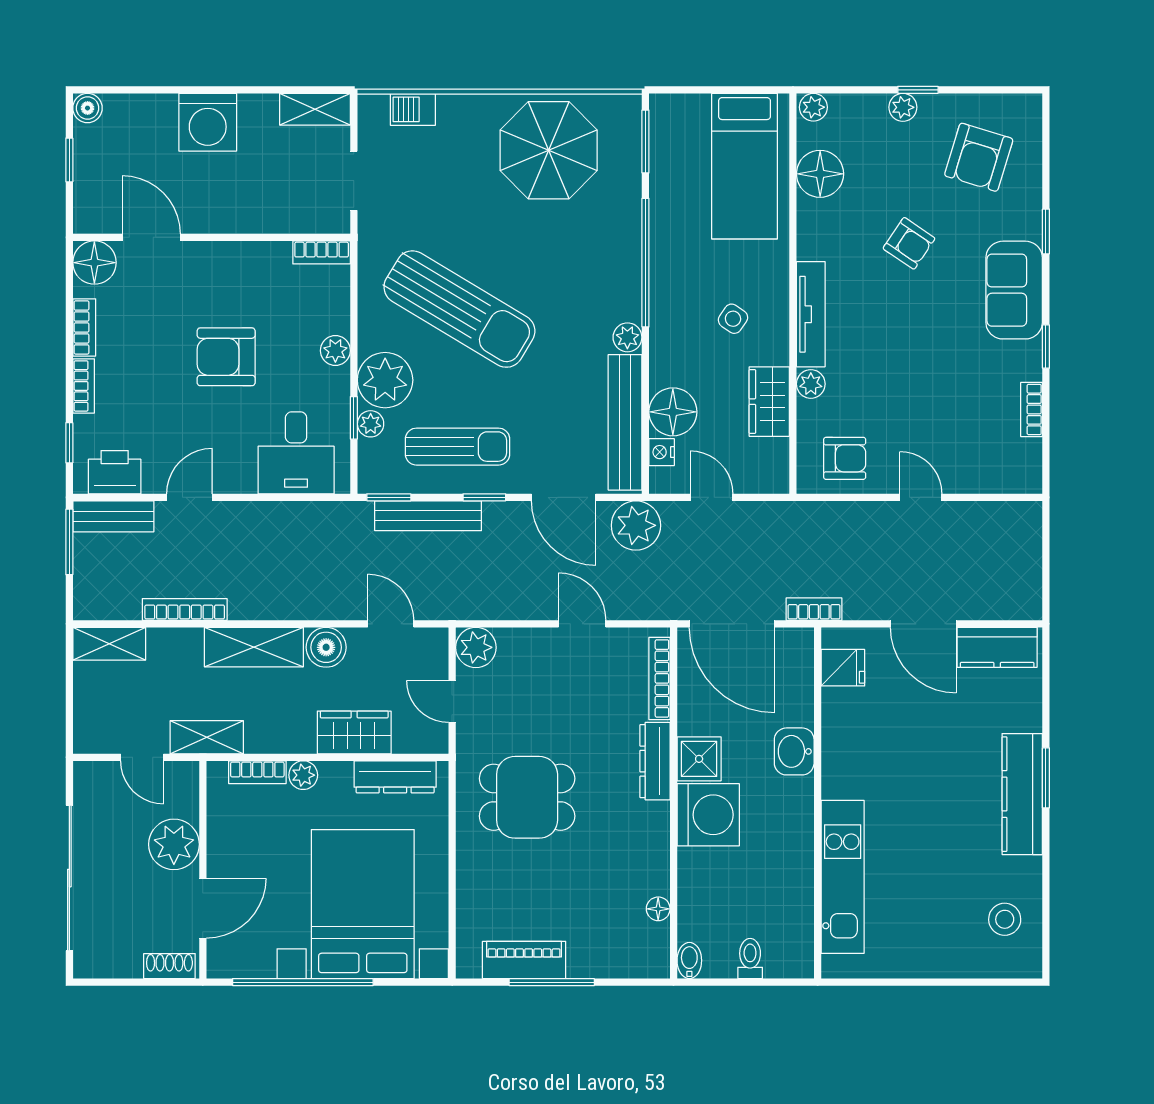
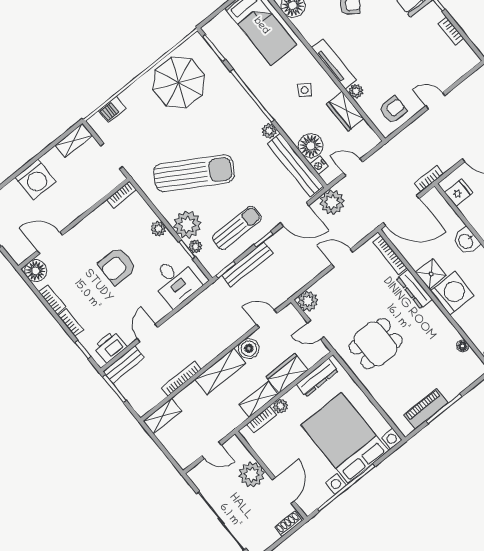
shelving: (207, 737) -> (258, 399), moved

